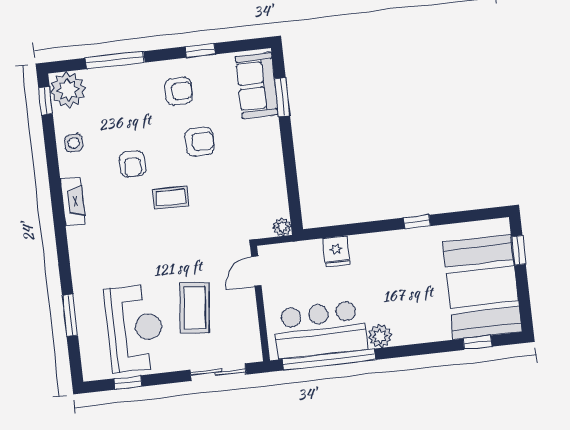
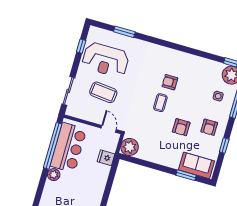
side table: (74, 143) -> (218, 96), moved
armchair: (132, 164) -> (170, 82), moved
fireplace: (73, 201) -> (178, 56), removed
plant: (282, 227) -> (130, 147), width x1.87, depth x1.87
fridge: (336, 251) -> (106, 158), moved

